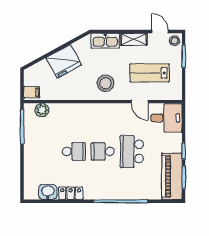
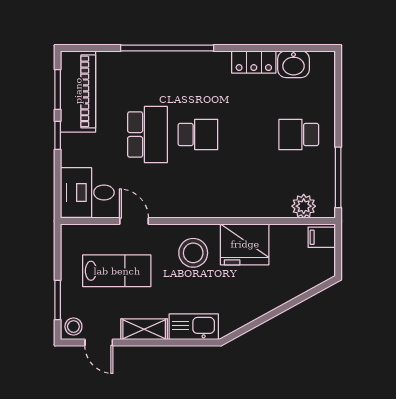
fridge: (64, 61) -> (245, 244), moved, turned -151
school desk: (74, 151) -> (299, 135), moved

